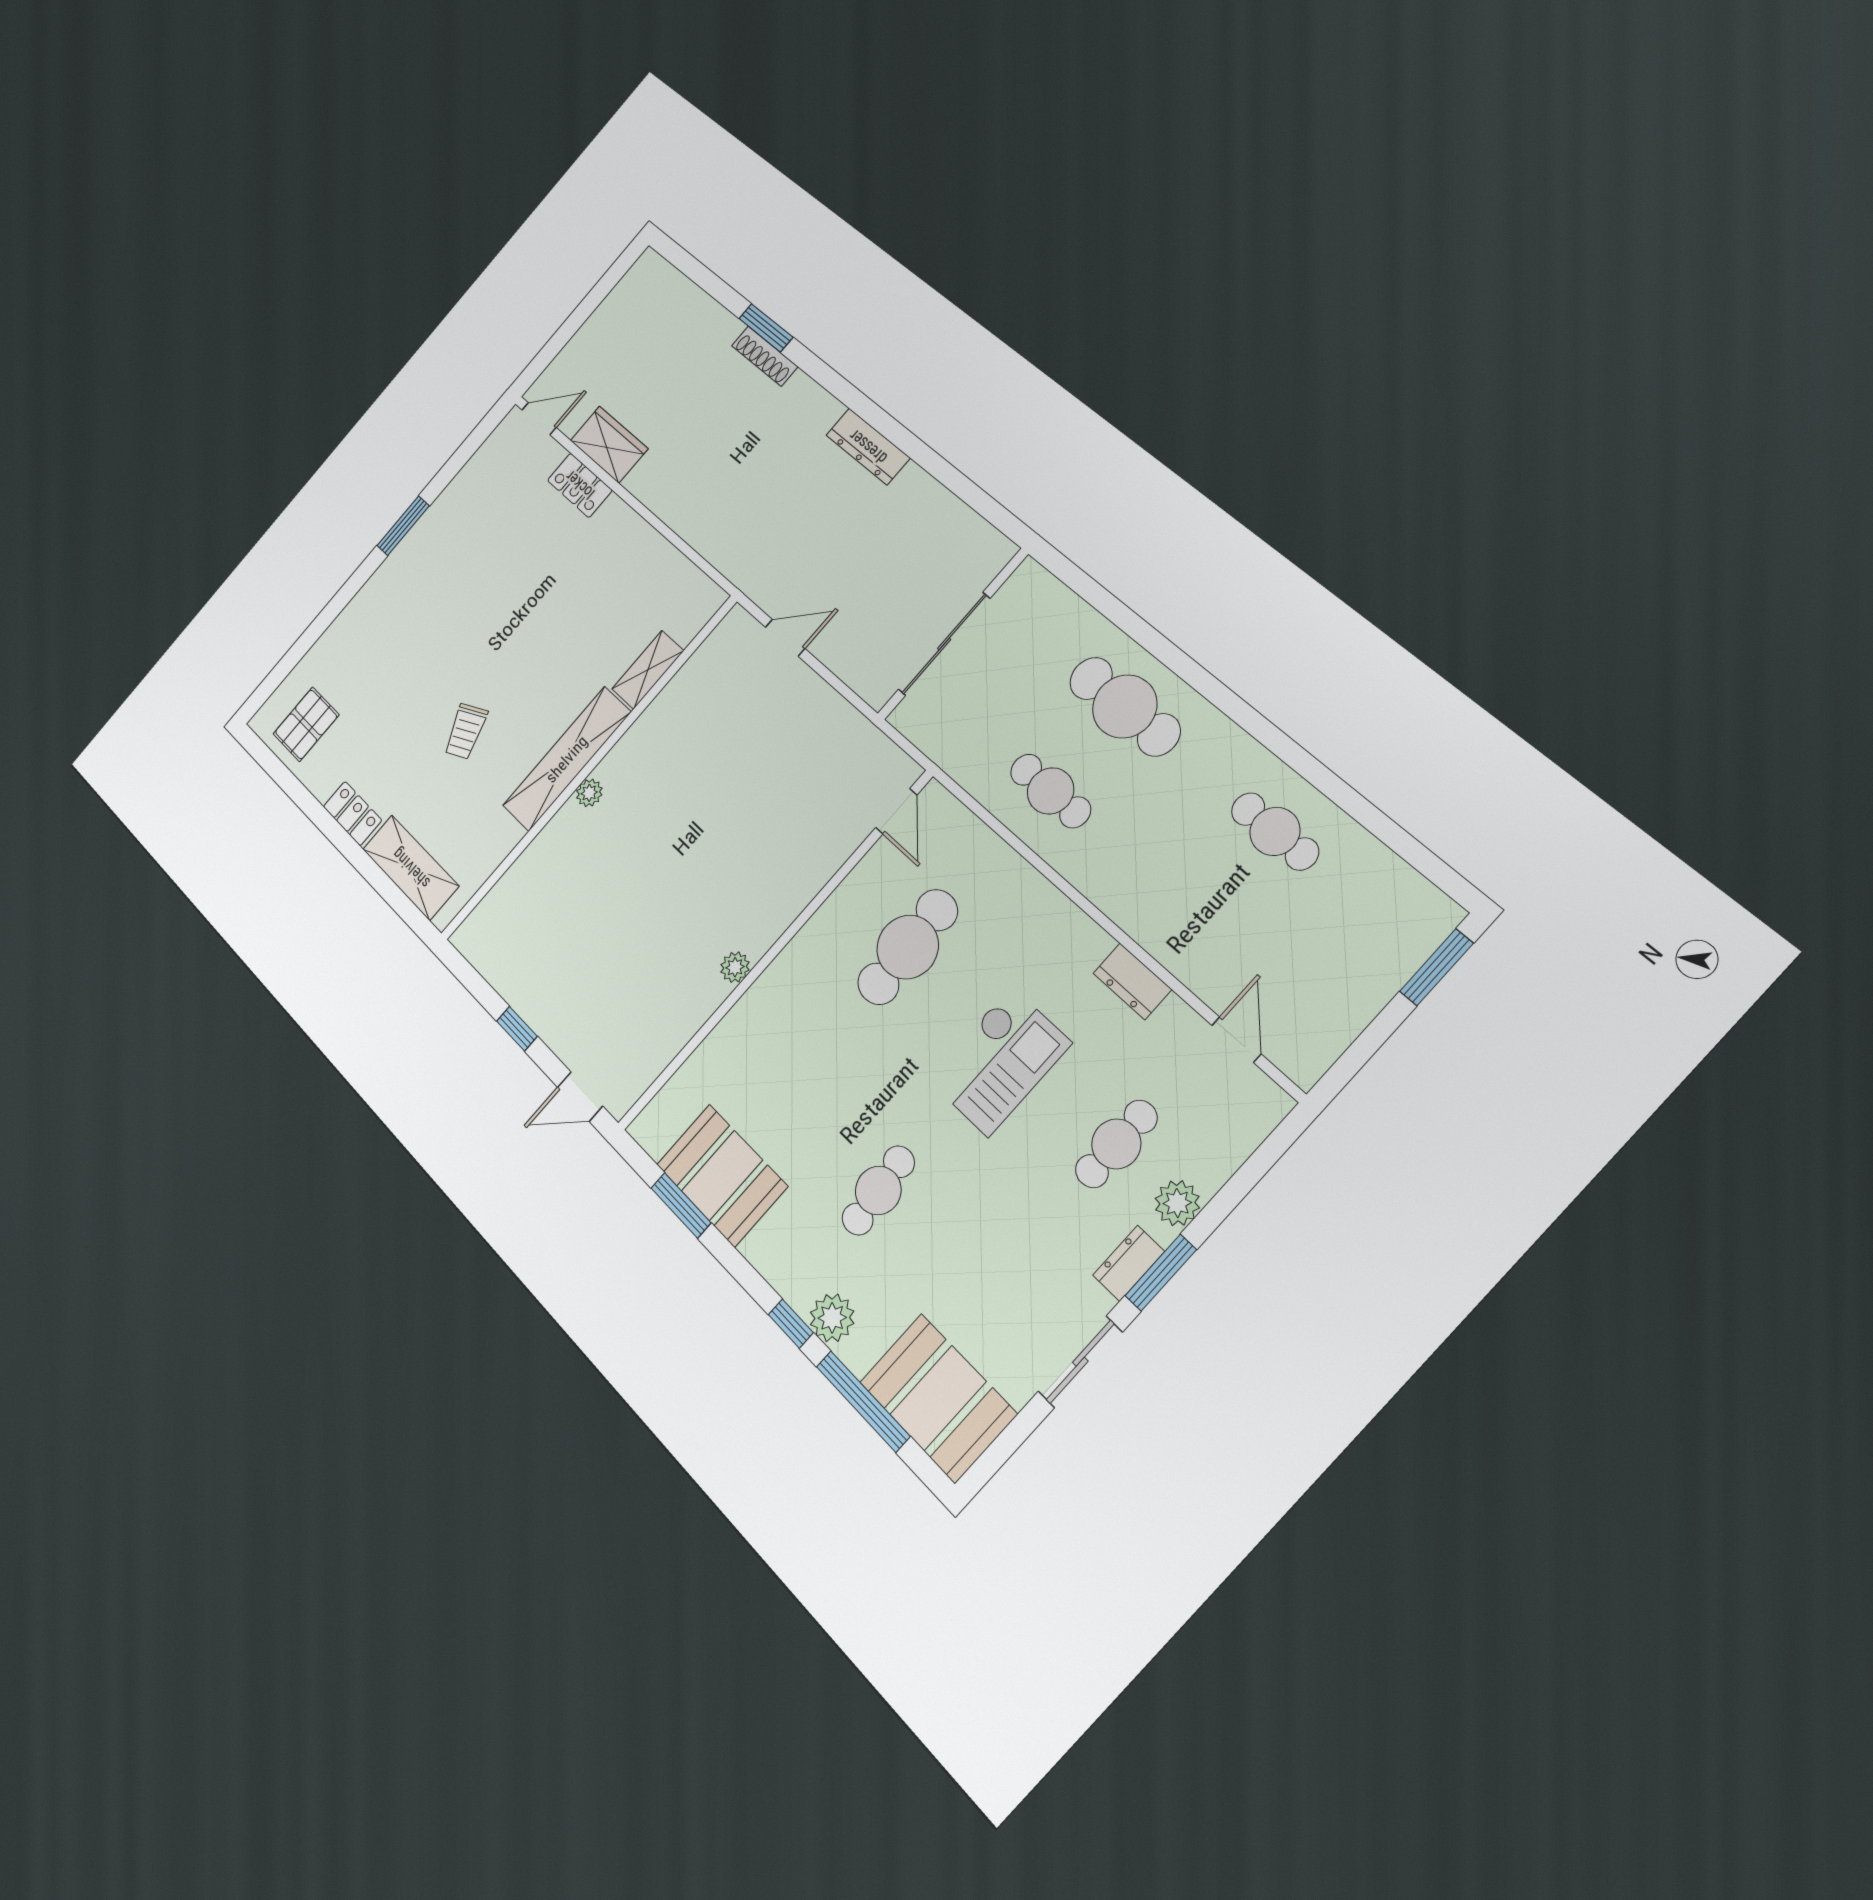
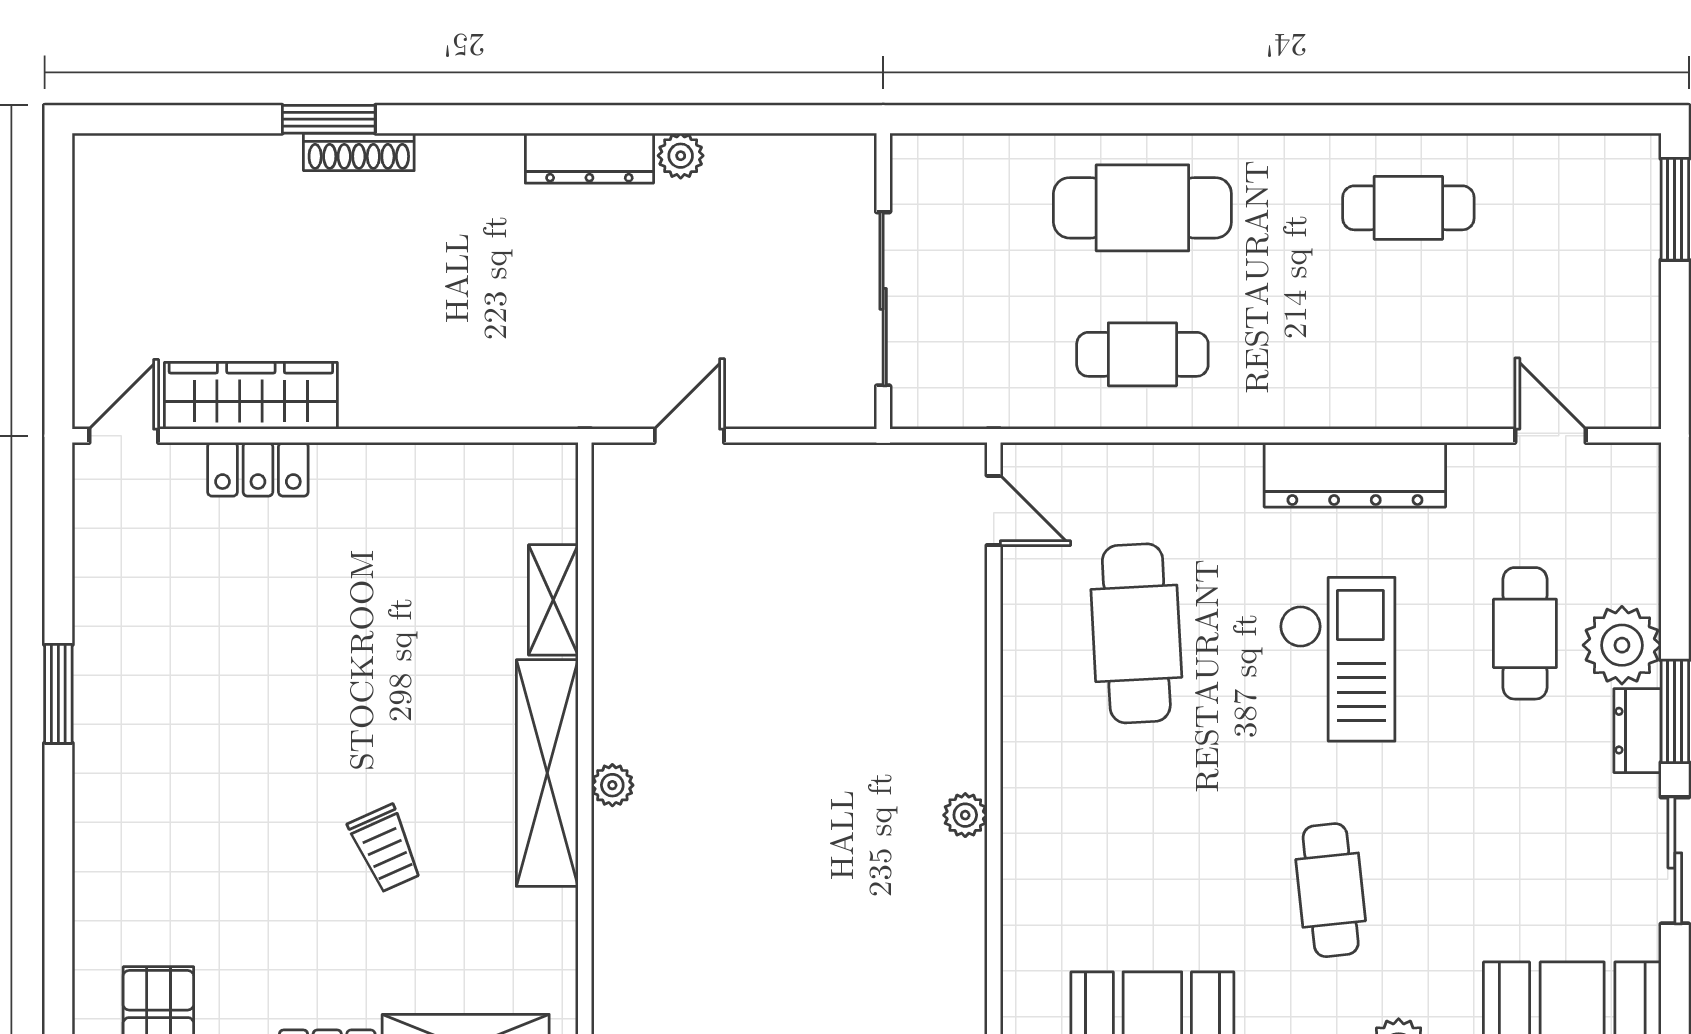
wardrobe: (609, 445) -> (251, 396), width x1.50
plant: (913, 481) -> (681, 156), added
dresser: (1132, 981) -> (1355, 475), width x1.96, depth x1.24
plant: (1177, 1203) -> (1622, 645), width x1.36, depth x1.36

